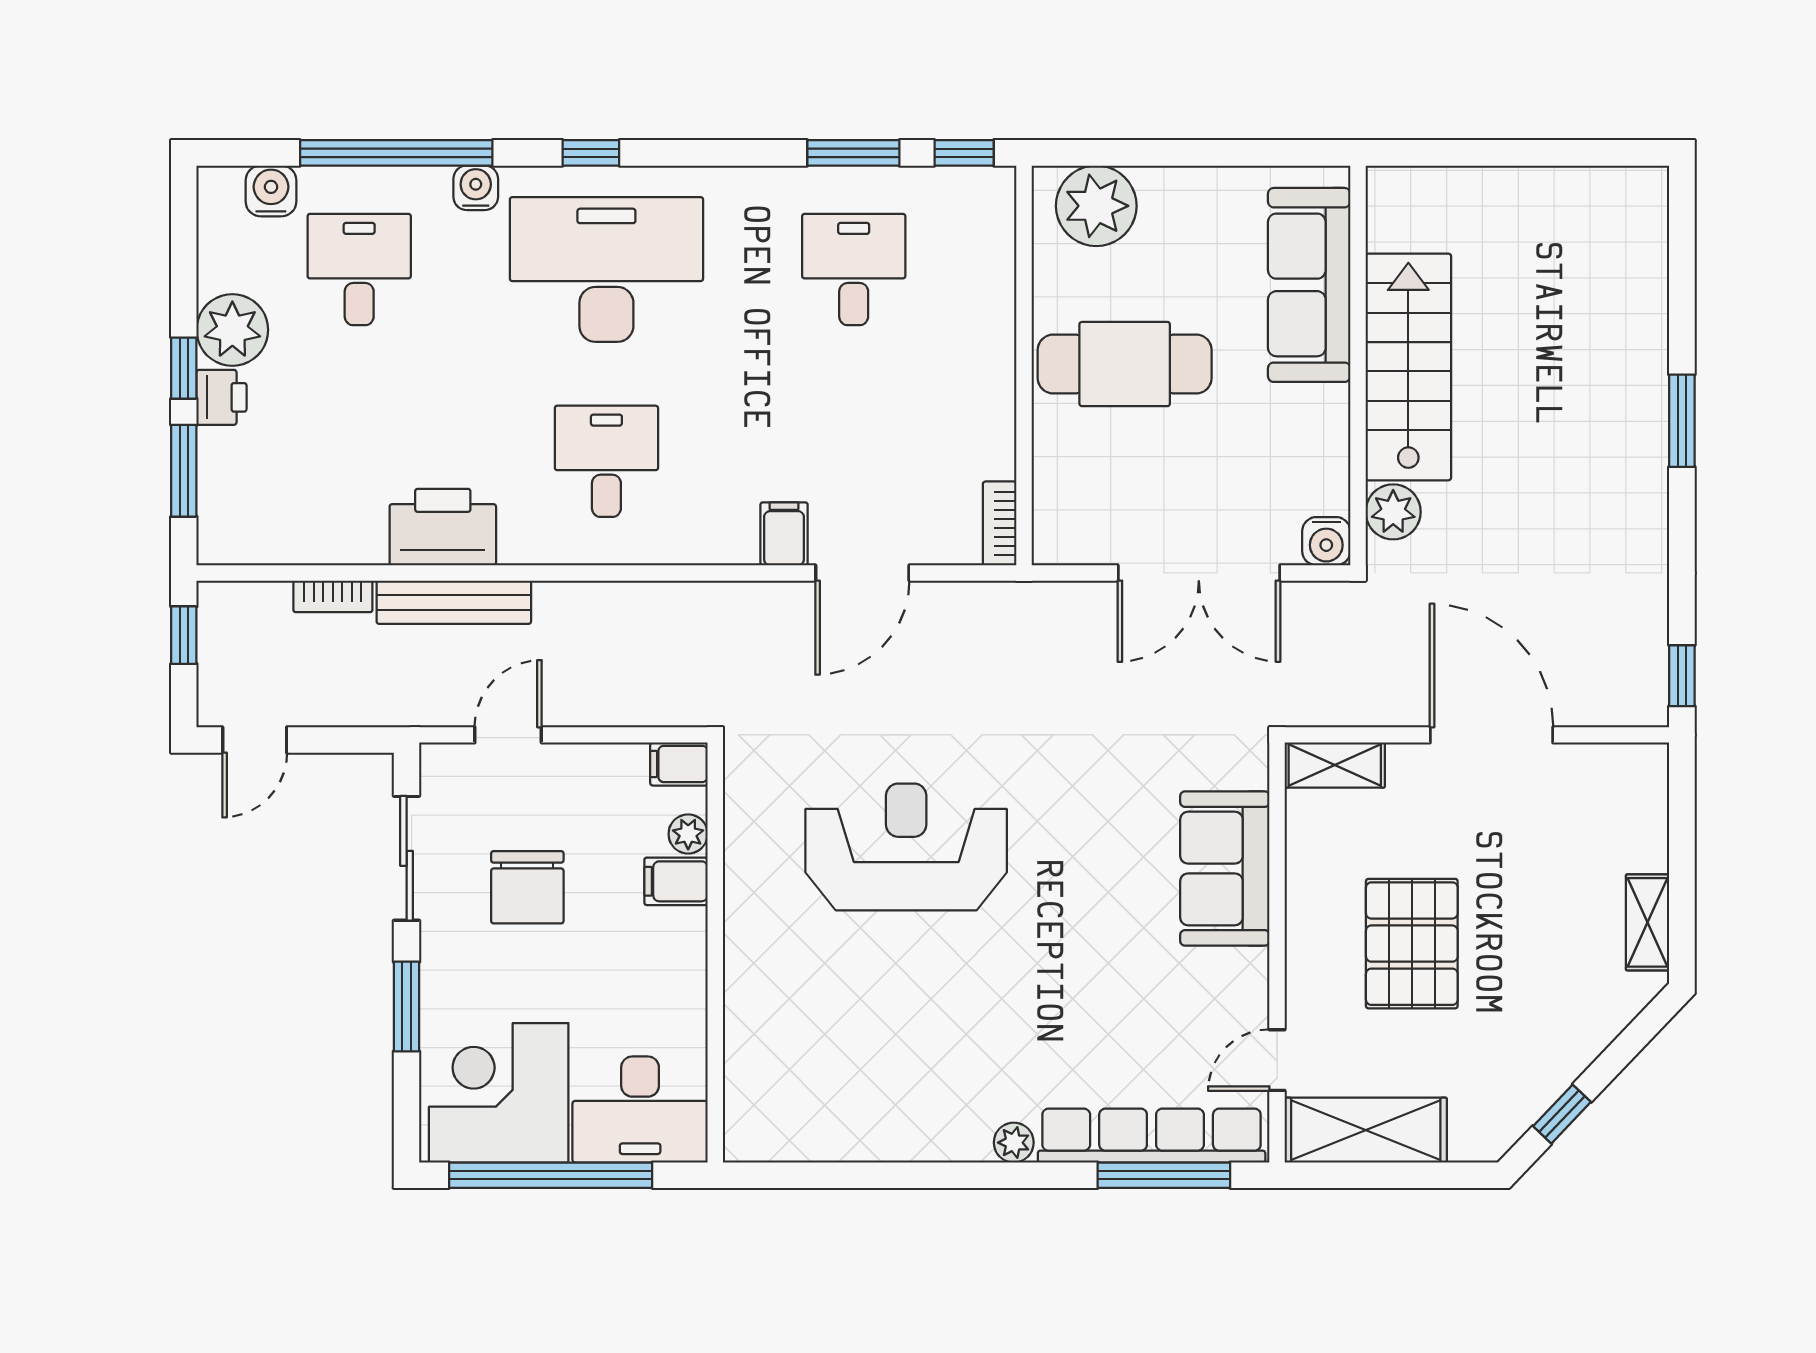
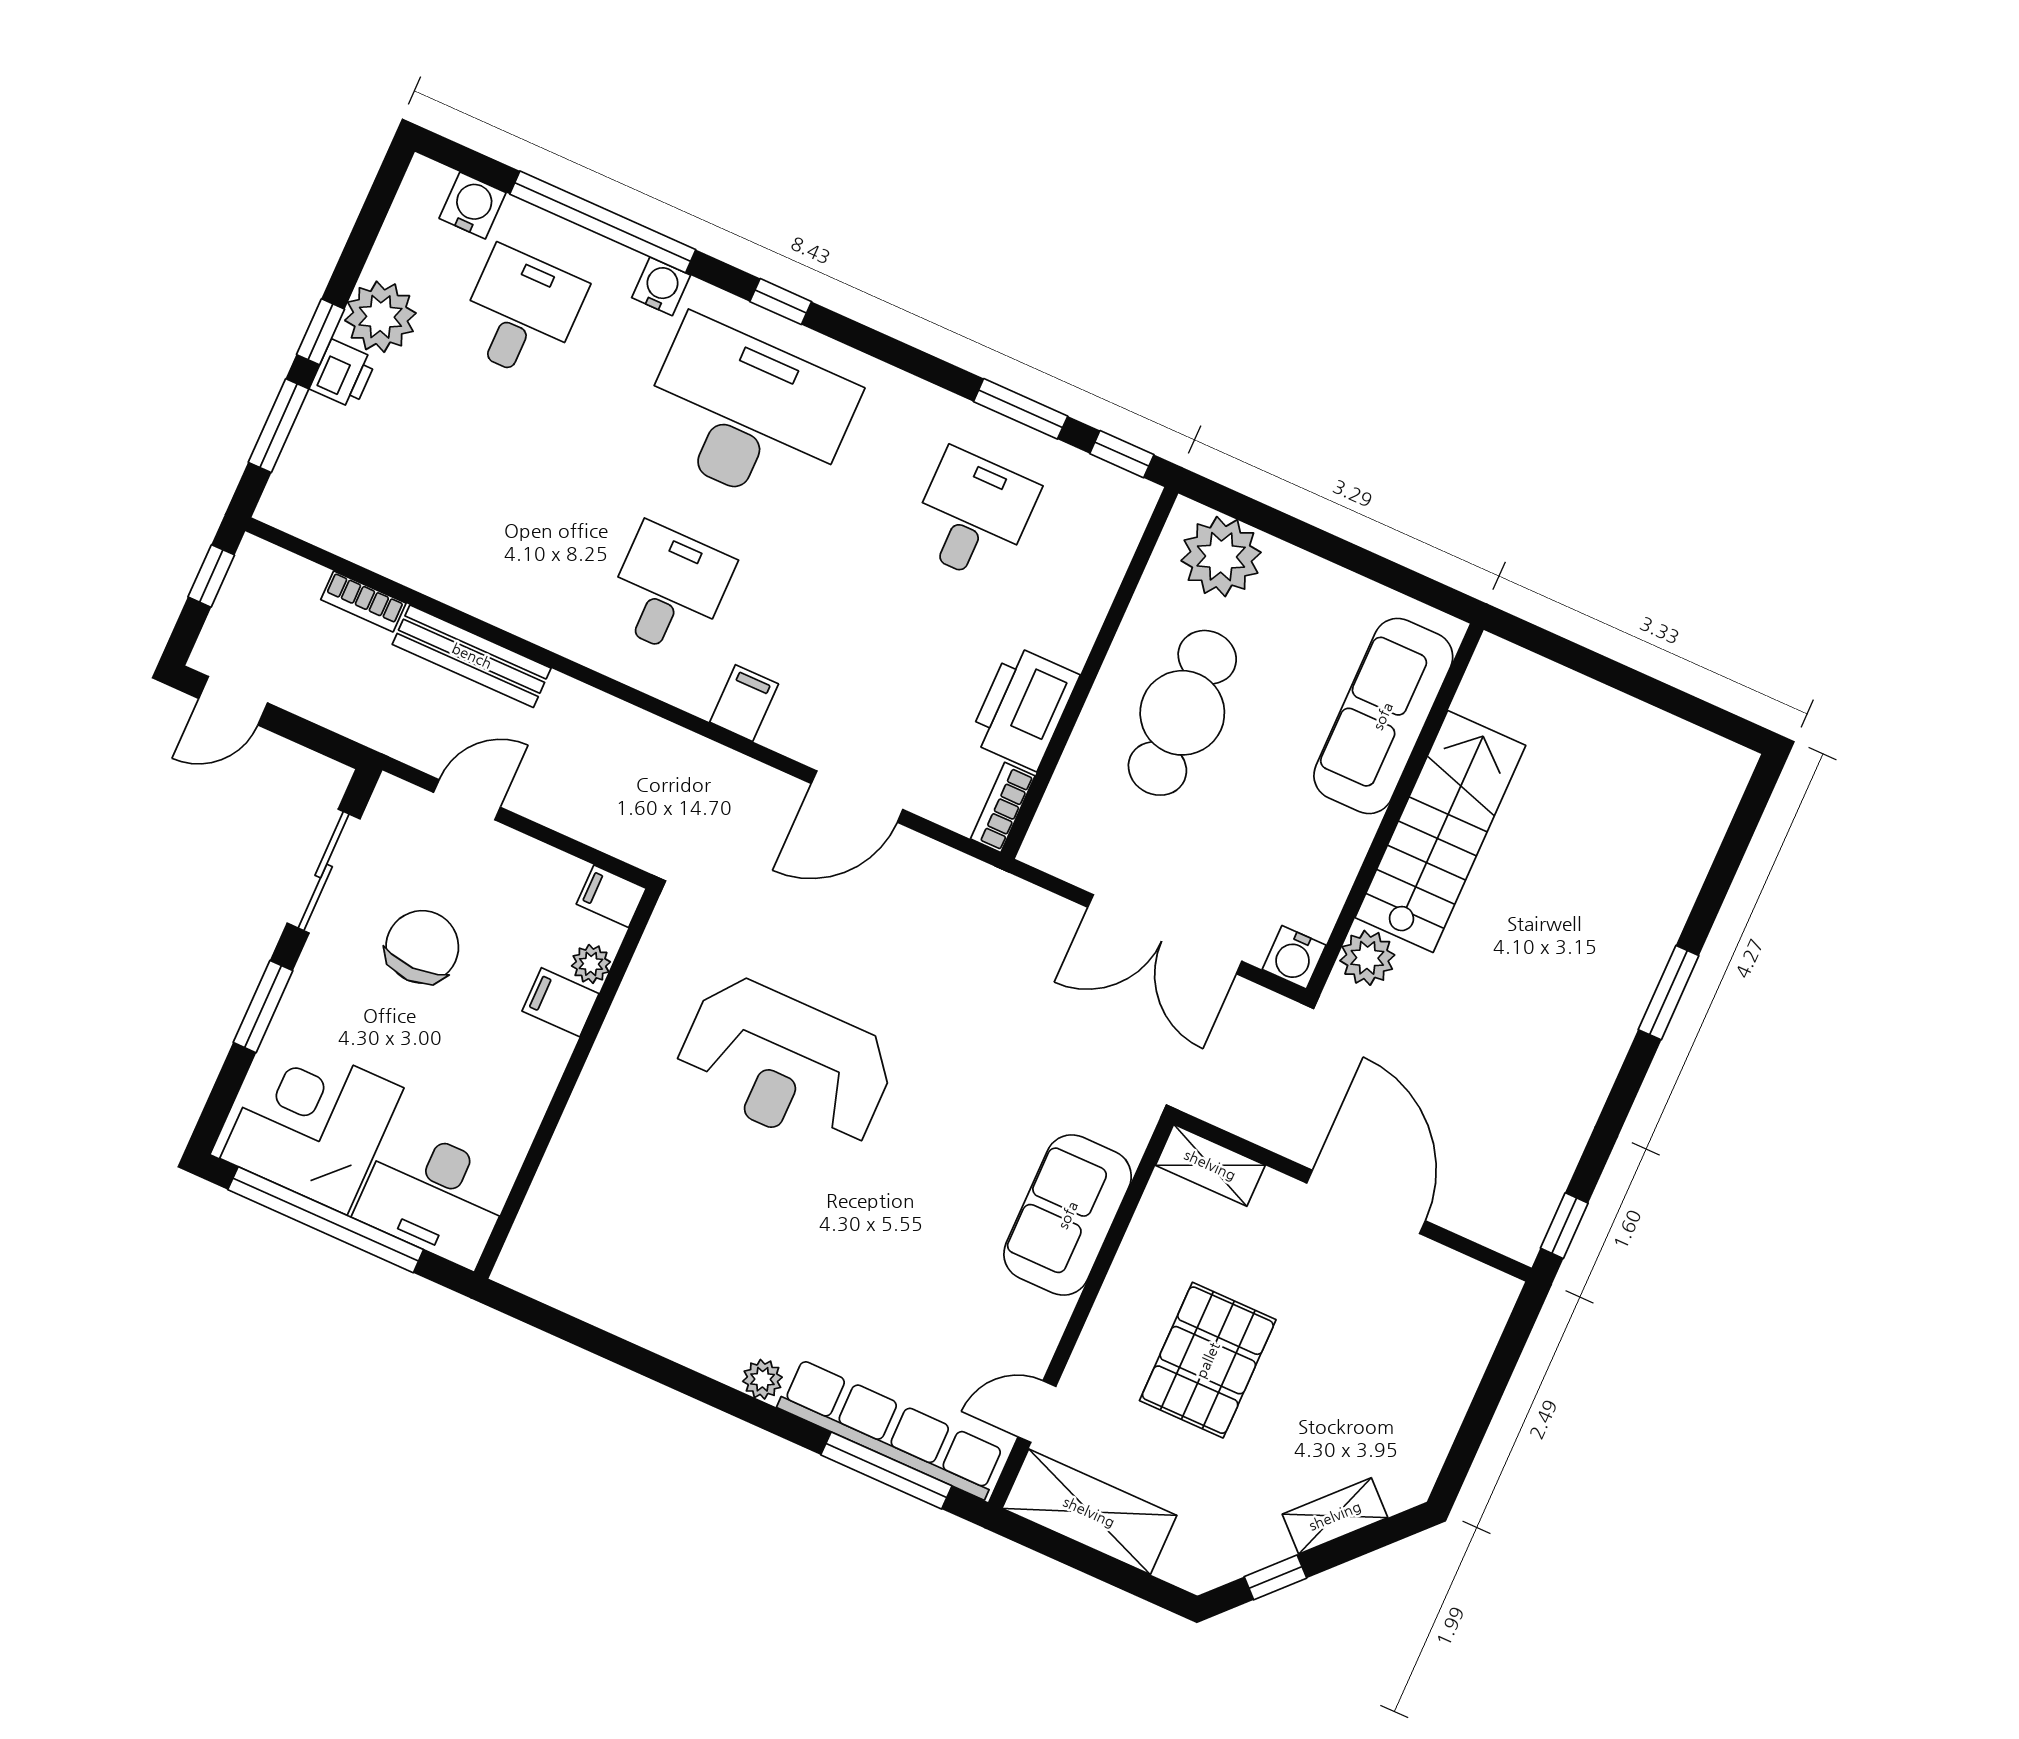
cafe table: (1125, 364) -> (1182, 713), turned 90
printer: (443, 527) -> (1024, 708), moved, turned -90
filing cabinet: (784, 534) -> (744, 703), moved
reception desk: (906, 847) -> (785, 1065), turned 180
chair: (527, 887) -> (422, 947), turned 180
shelving: (1648, 922) -> (1335, 1516), moved, turned 44

